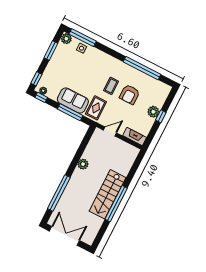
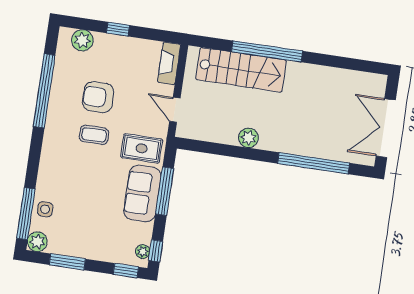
armchair: (130, 95) -> (98, 97), turned 180
plant: (153, 112) -> (82, 40), moved
stairs: (108, 194) -> (241, 70), moved
window: (116, 204) -> (267, 51), moved

